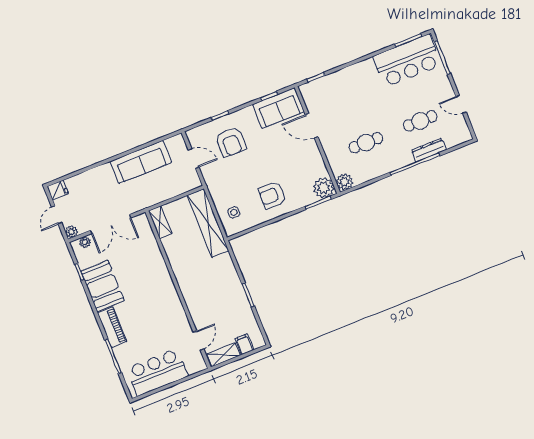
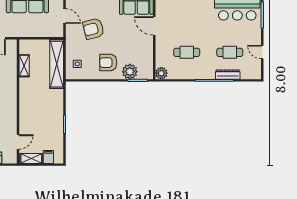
armchair: (231, 142) -> (93, 29), moved, turned 76
plant: (324, 188) -> (130, 72), moved
shelving: (160, 222) -> (24, 66), moved

